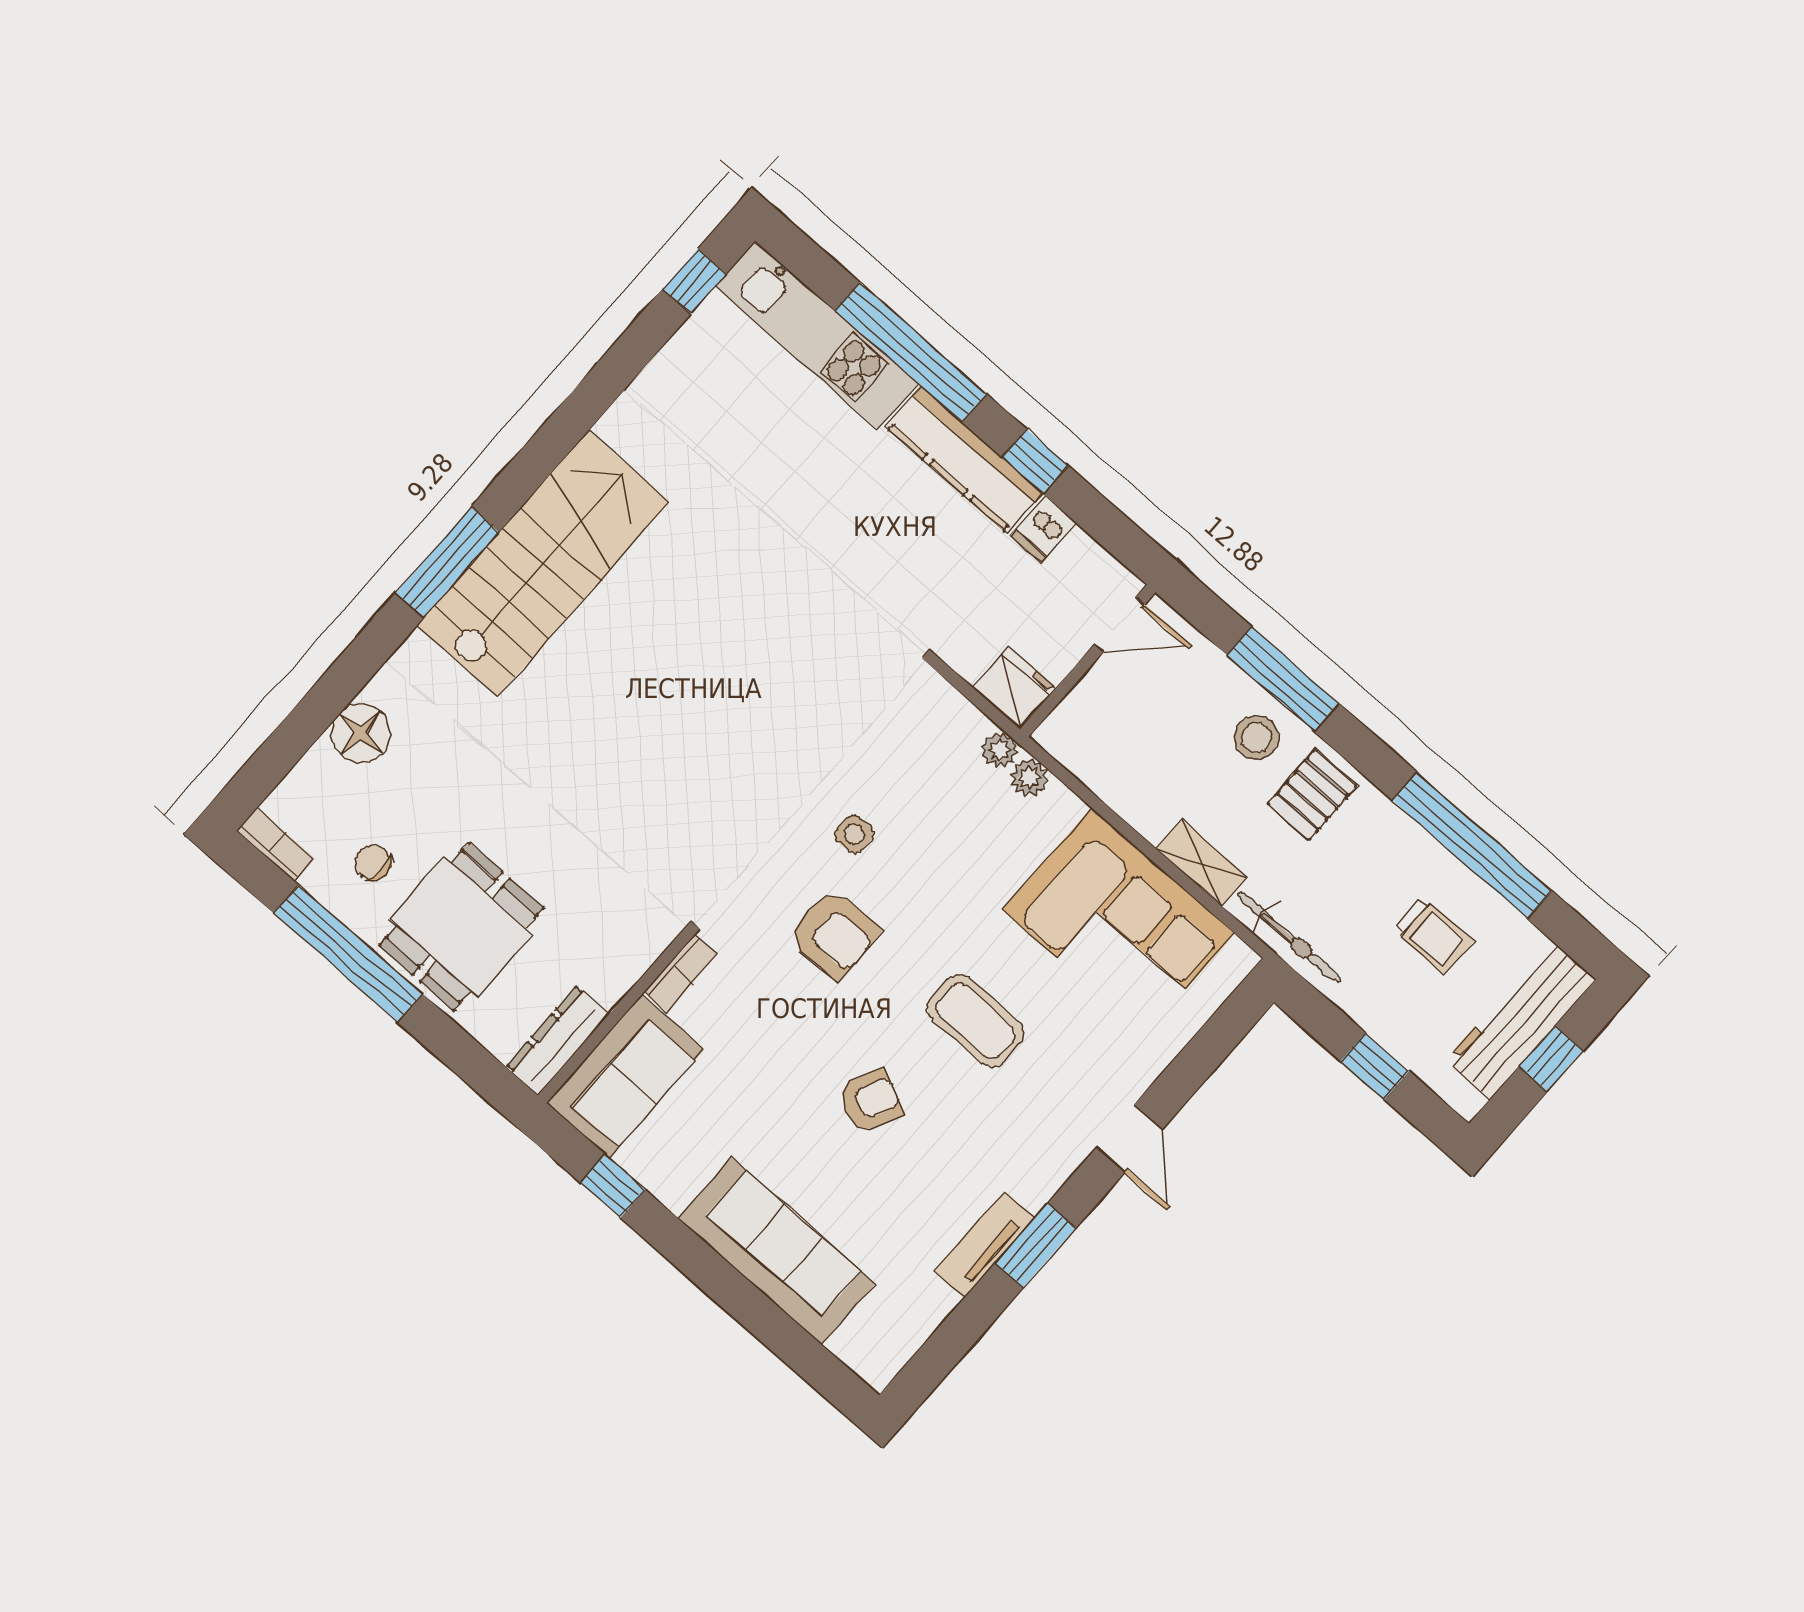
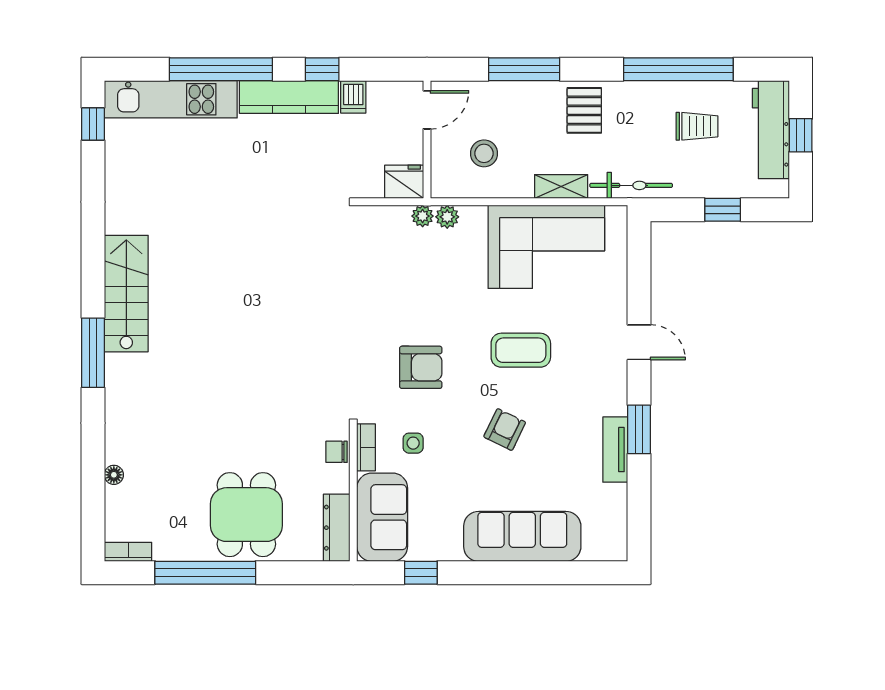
stairs: (543, 564) -> (126, 294), width x0.73, depth x0.66
floor lamp: (361, 734) -> (114, 475), width x0.53, depth x0.53
stool: (1257, 738) -> (484, 153), moved
side table: (854, 834) -> (413, 443), moved
chair: (373, 863) -> (337, 452), moved

